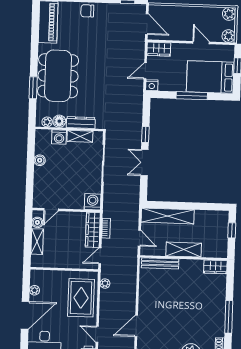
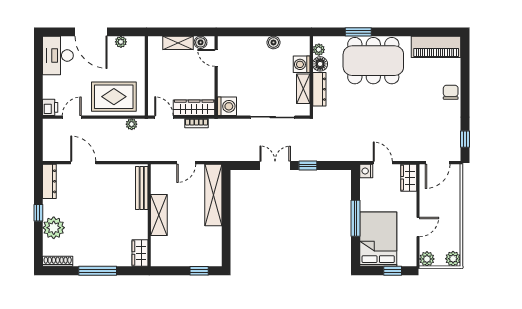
shelving: (184, 250) -> (159, 215), moved
wall: (184, 258) -> (149, 215), moved
bench: (160, 263) -> (142, 188), moved
wardrobe: (215, 267) -> (140, 253), moved

